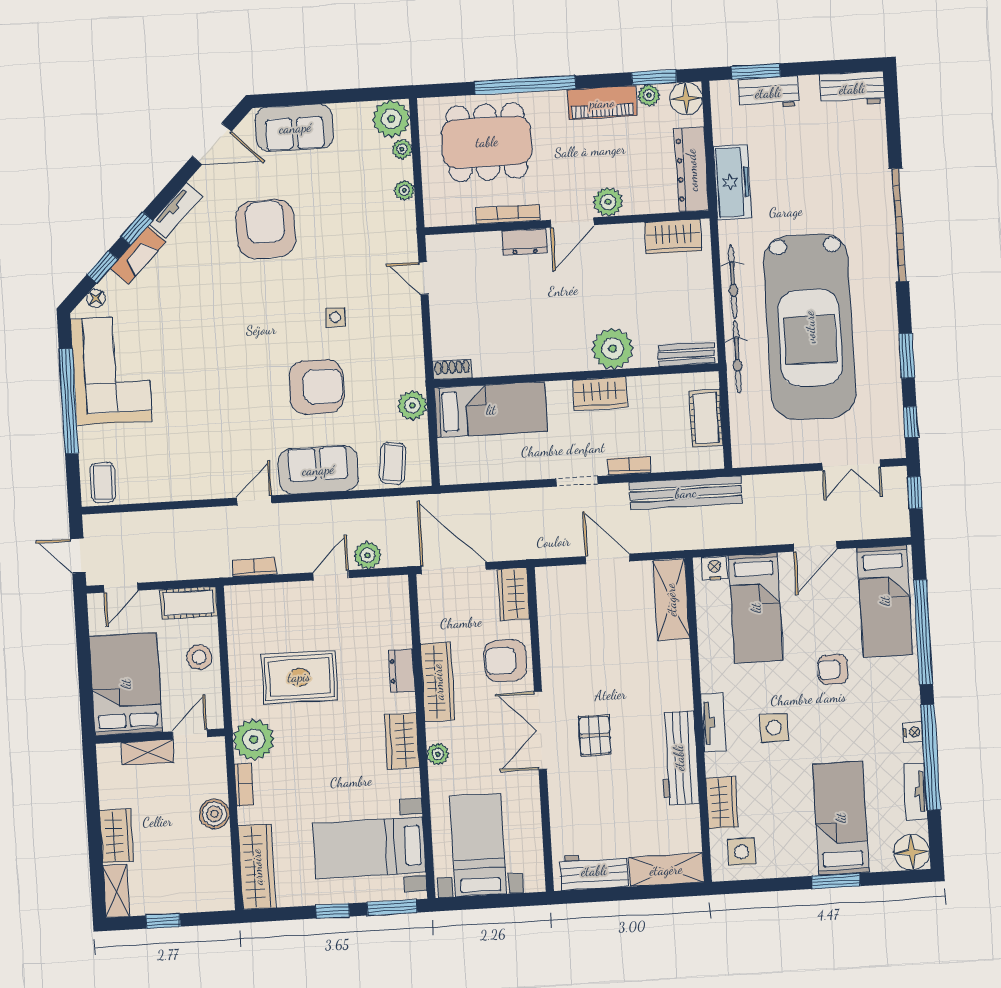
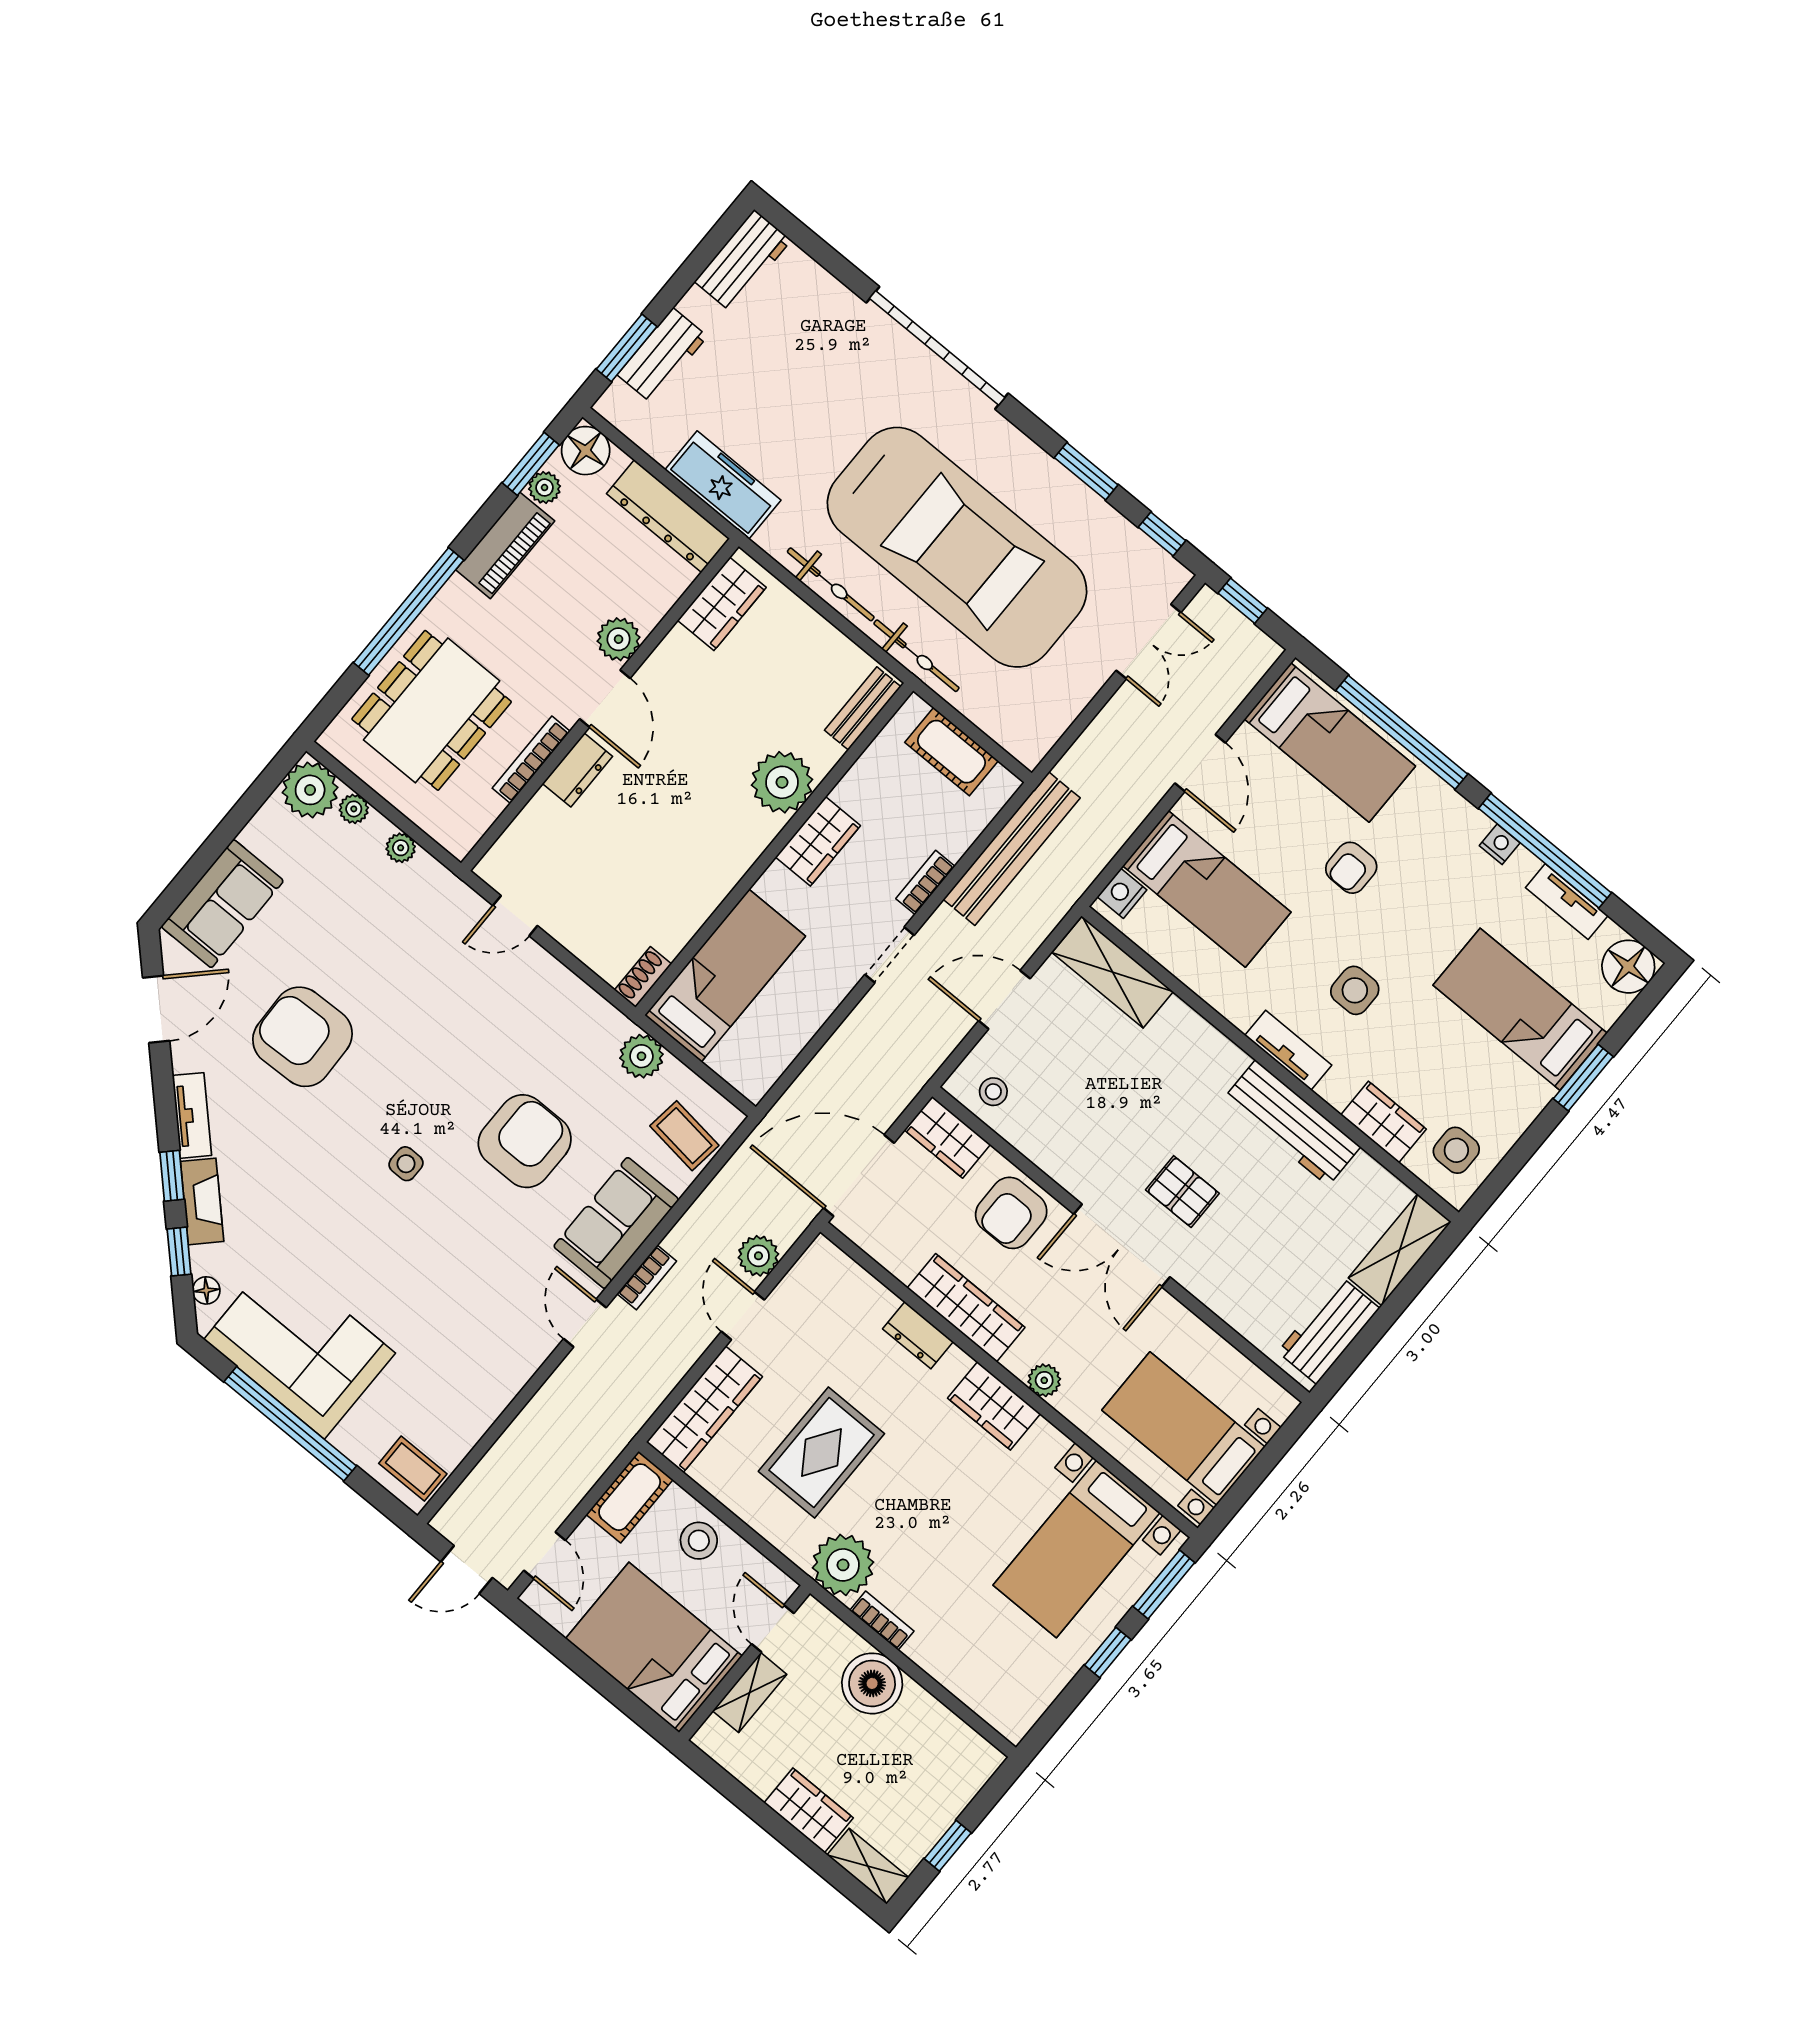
side table: (335, 317) -> (406, 1164), moved
bookcase: (254, 567) -> (647, 1277), moved, turned 180
stool: (557, 596) -> (993, 1092), added
boiler: (214, 814) -> (872, 1683), width x1.37, depth x1.37
wardrobe: (257, 867) -> (704, 1409), moved, turned 90

